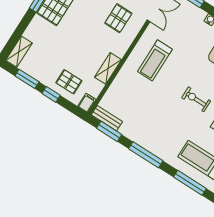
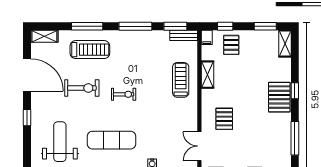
treadmill: (155, 60) -> (181, 80), moved
pallet: (69, 82) -> (231, 45), turned 90
window: (51, 94) -> (225, 26), moved

